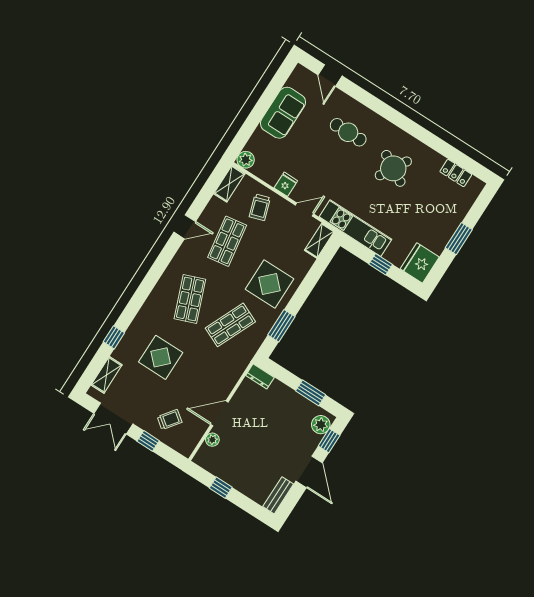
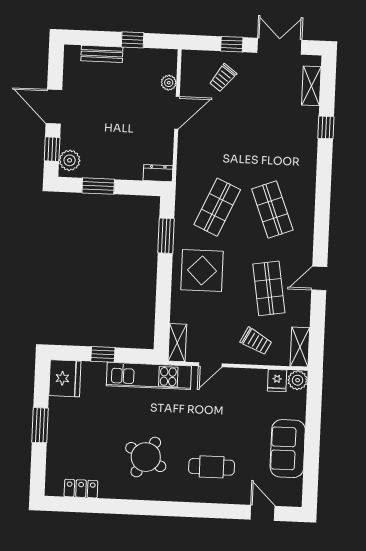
fridge: (286, 184) -> (277, 381), moved
trolley: (260, 207) -> (256, 341), turned 136
display table: (161, 357) -> (268, 135), removed
bench: (278, 495) -> (102, 54), moved, turned 90

